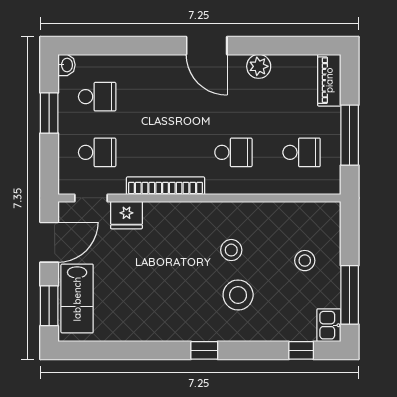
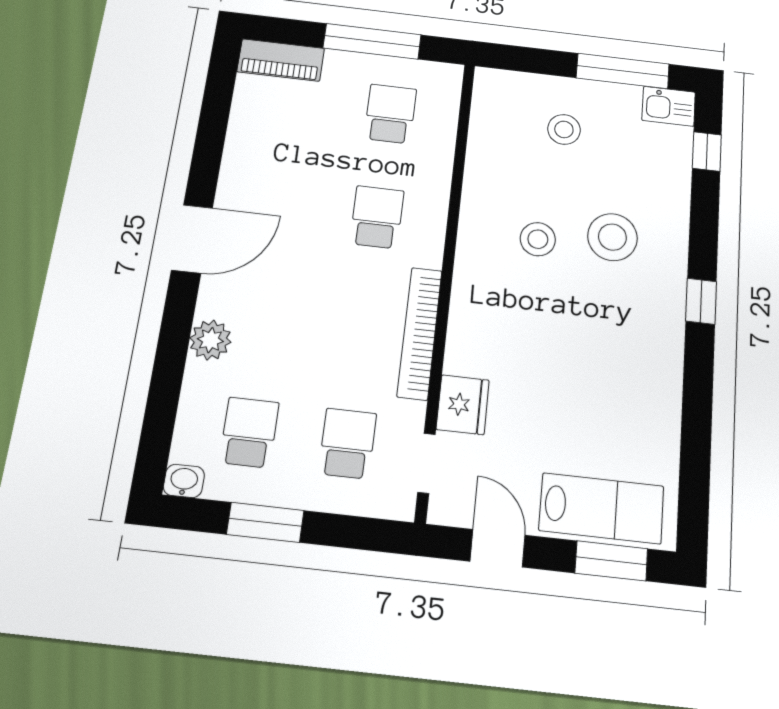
plant: (259, 66) -> (210, 340), moved
door: (49, 242) -> (498, 548), width x0.73

